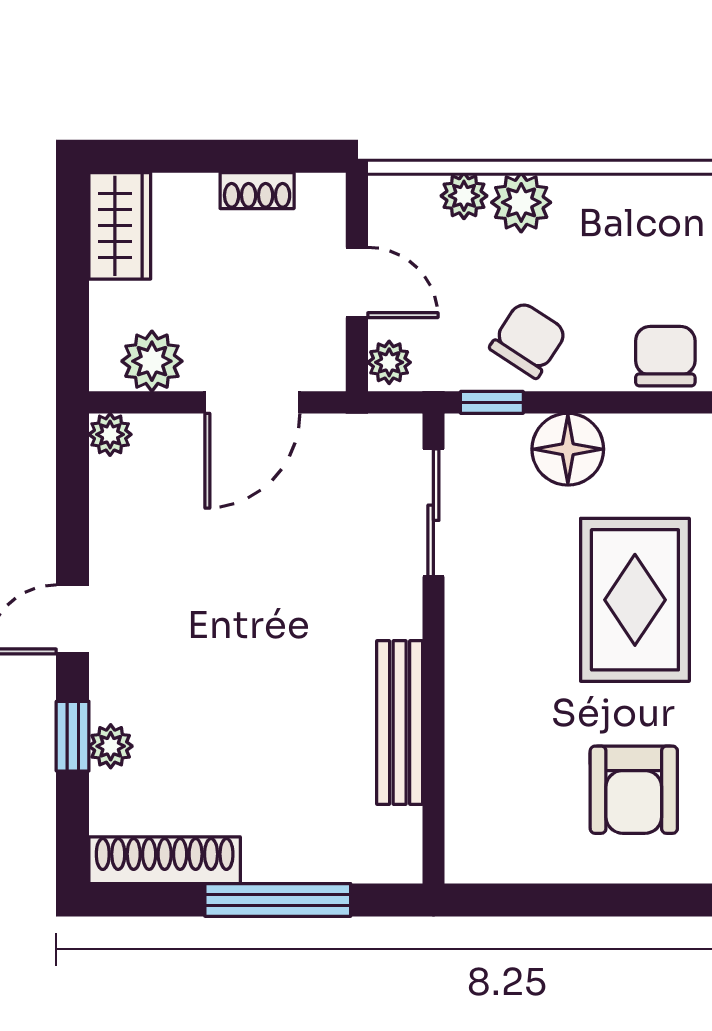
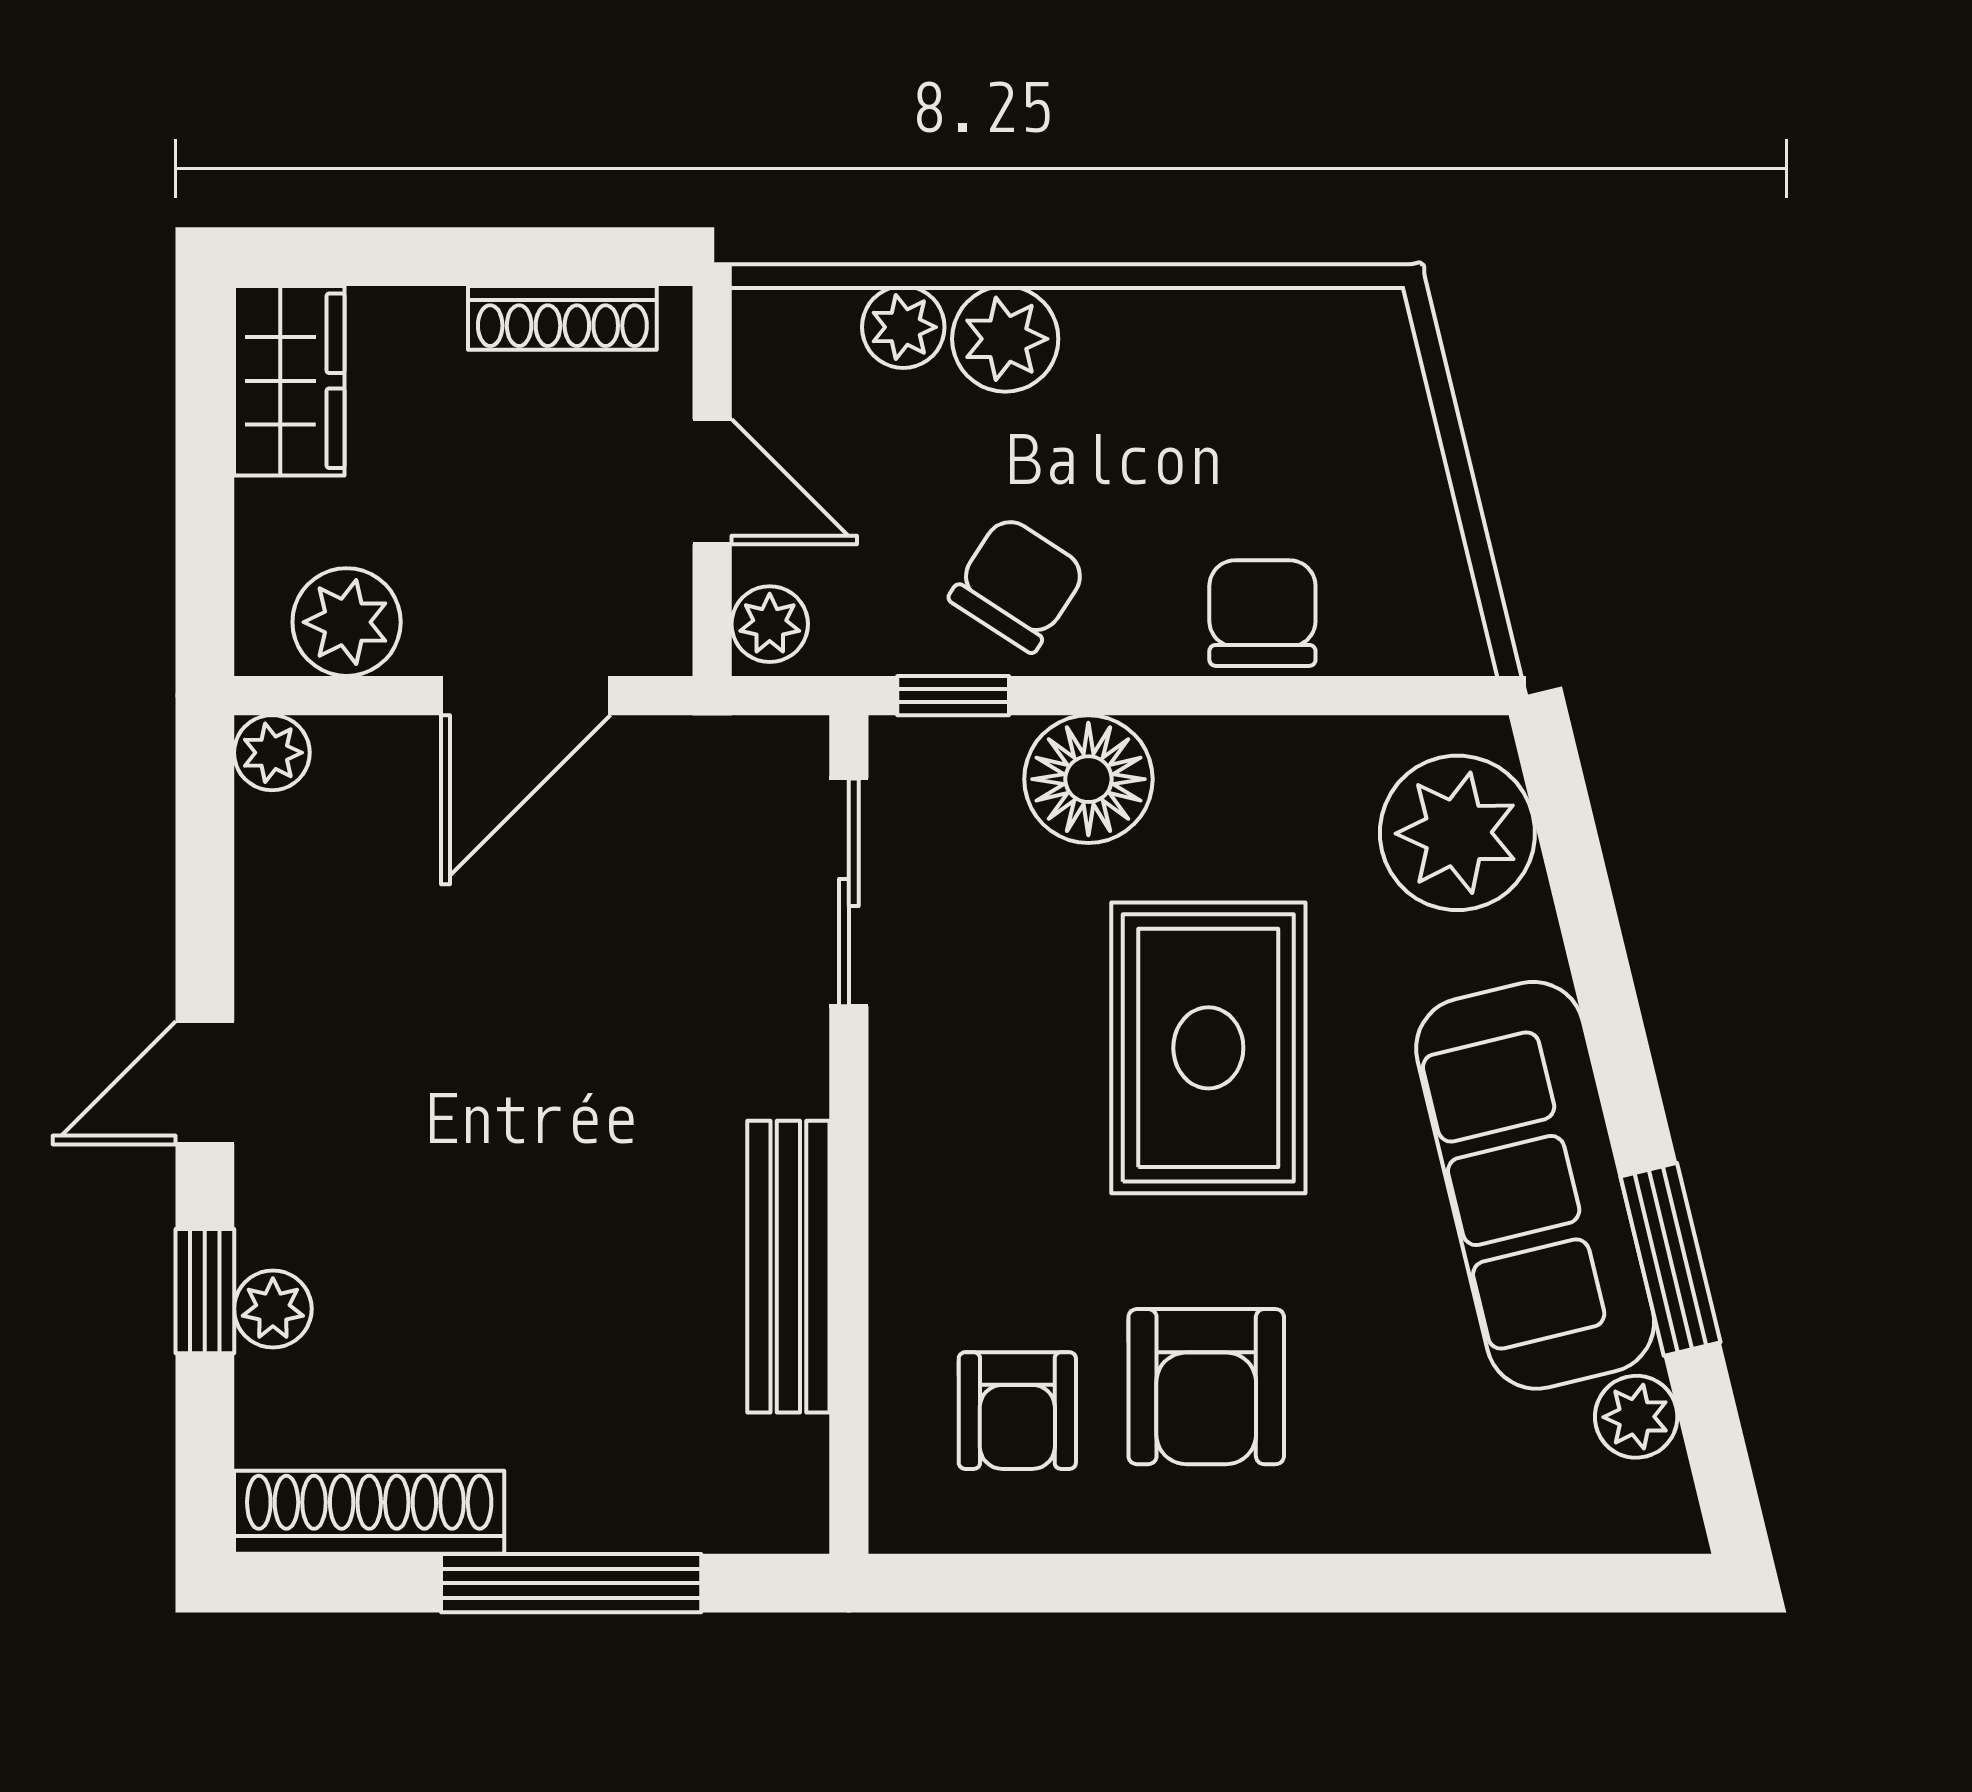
shoe rack: (257, 191) -> (562, 318), width x1.43
armchair: (528, 803) -> (1017, 1411), added

